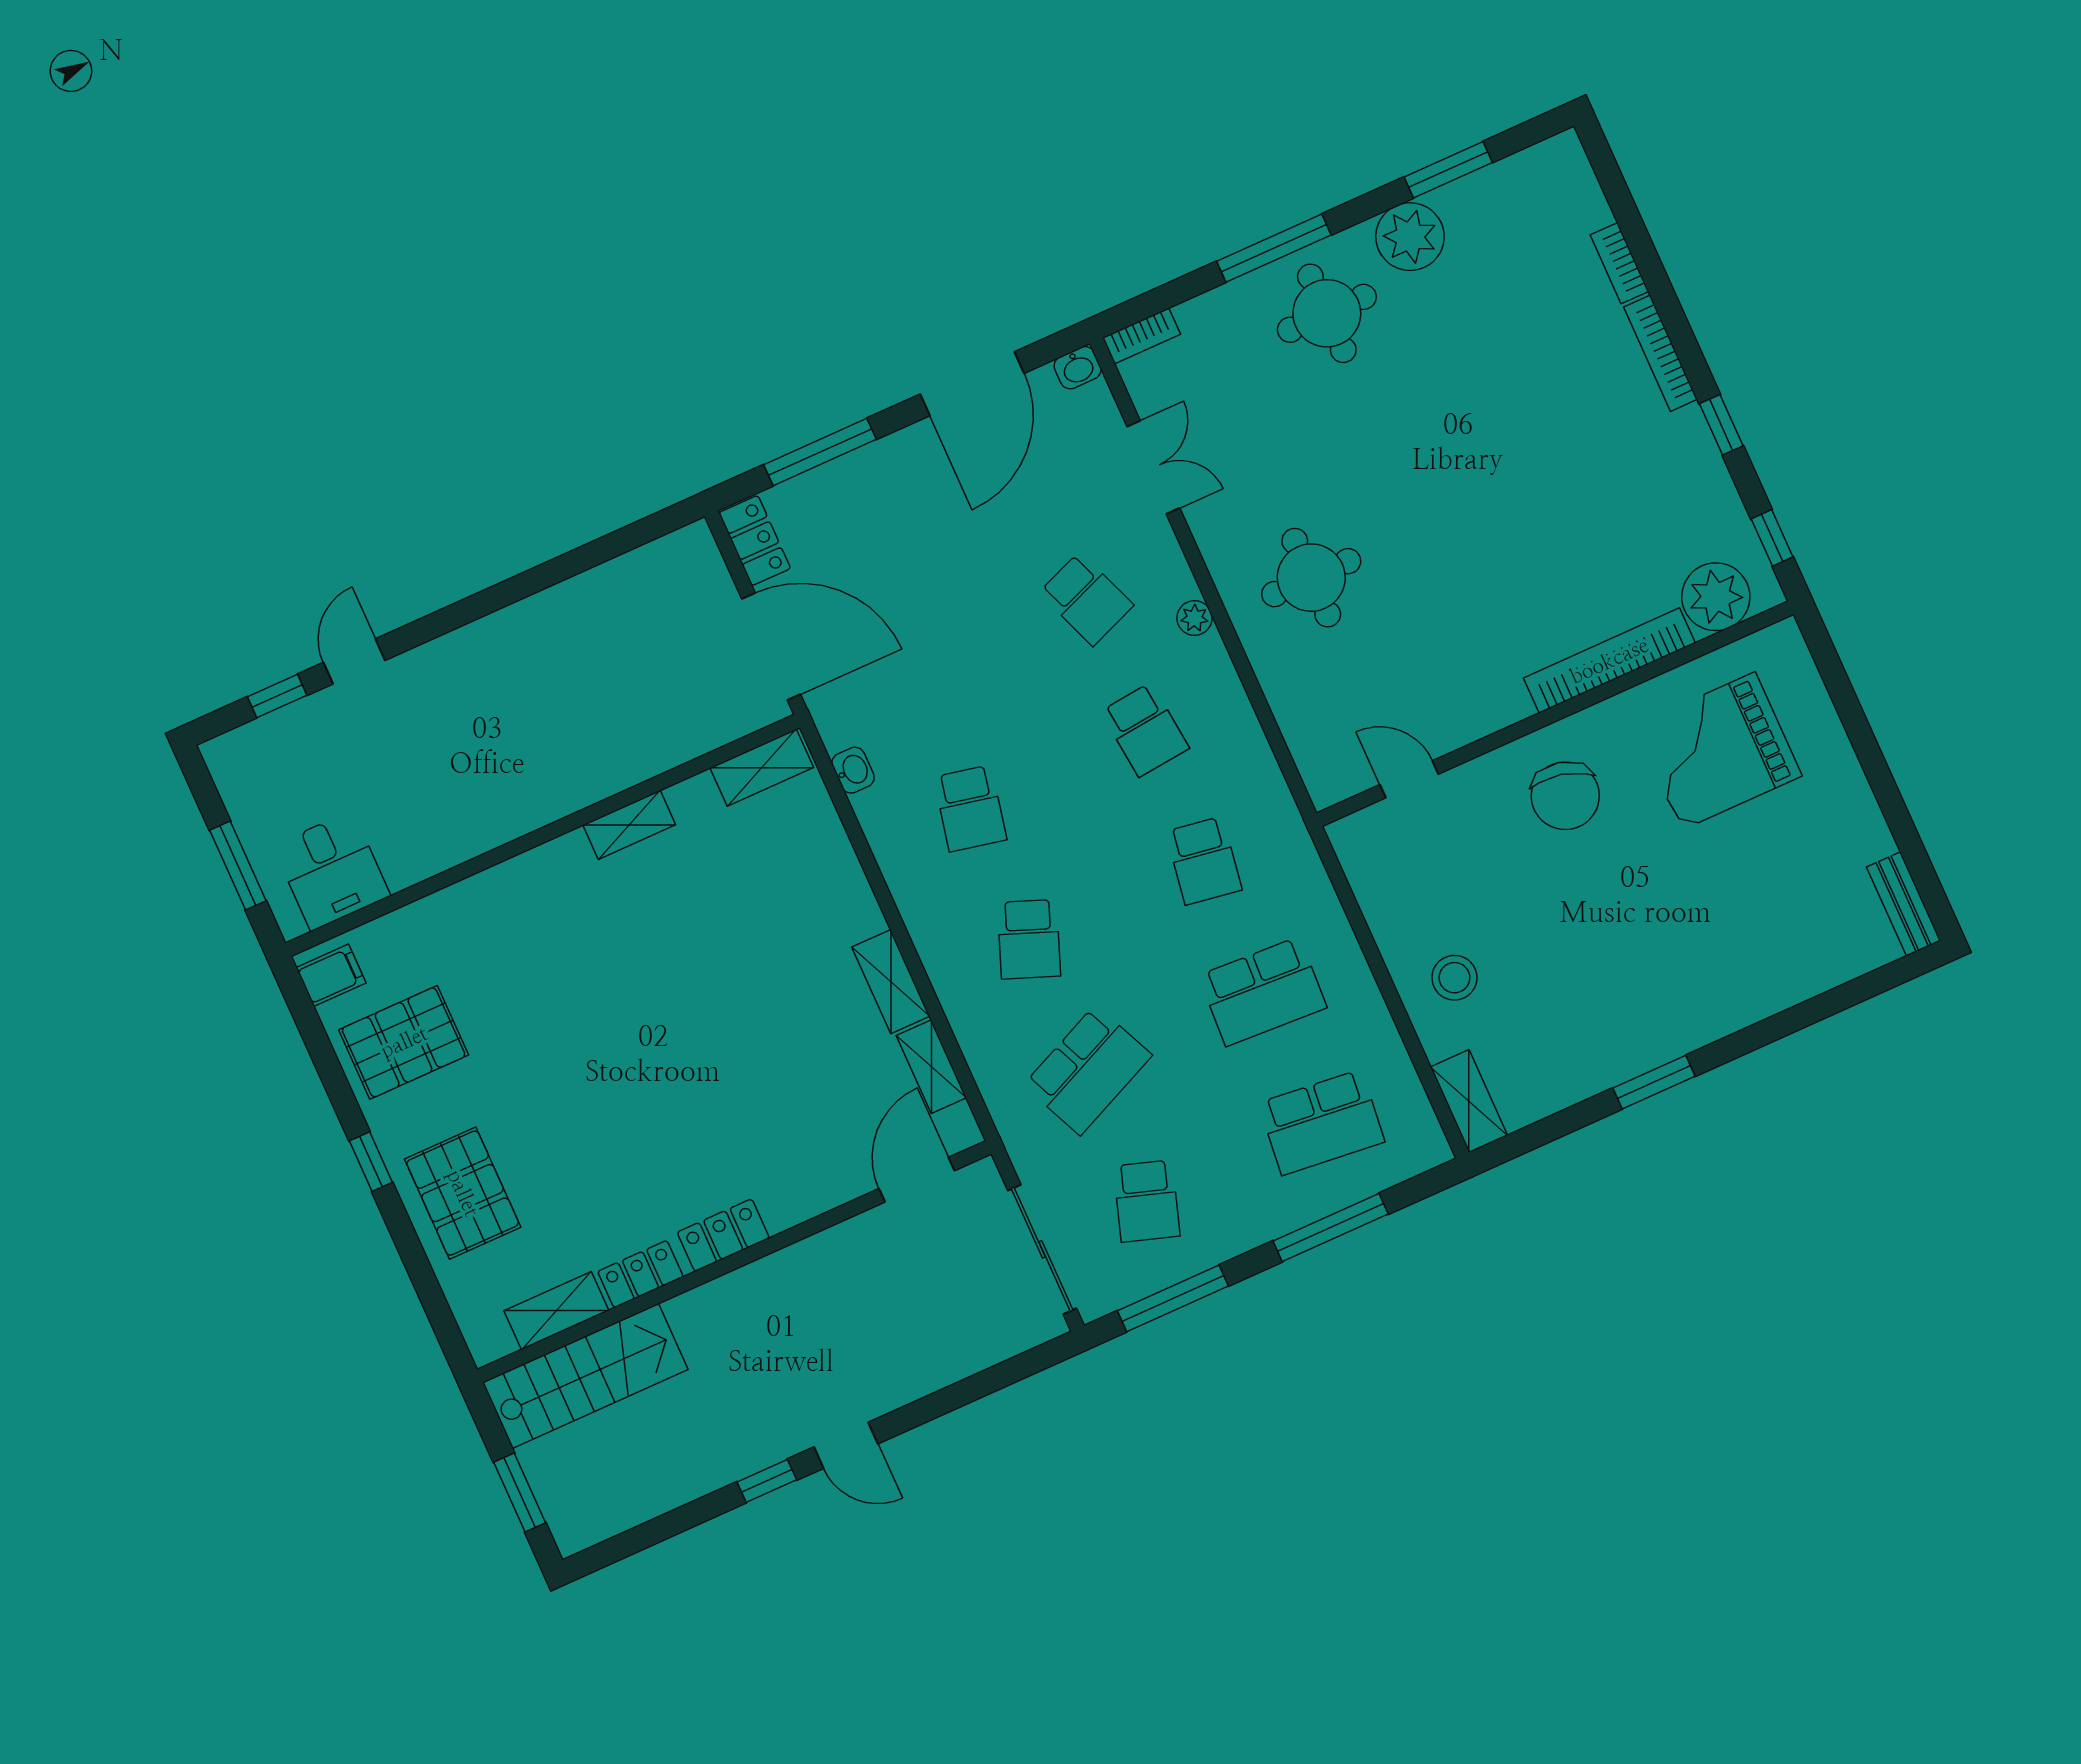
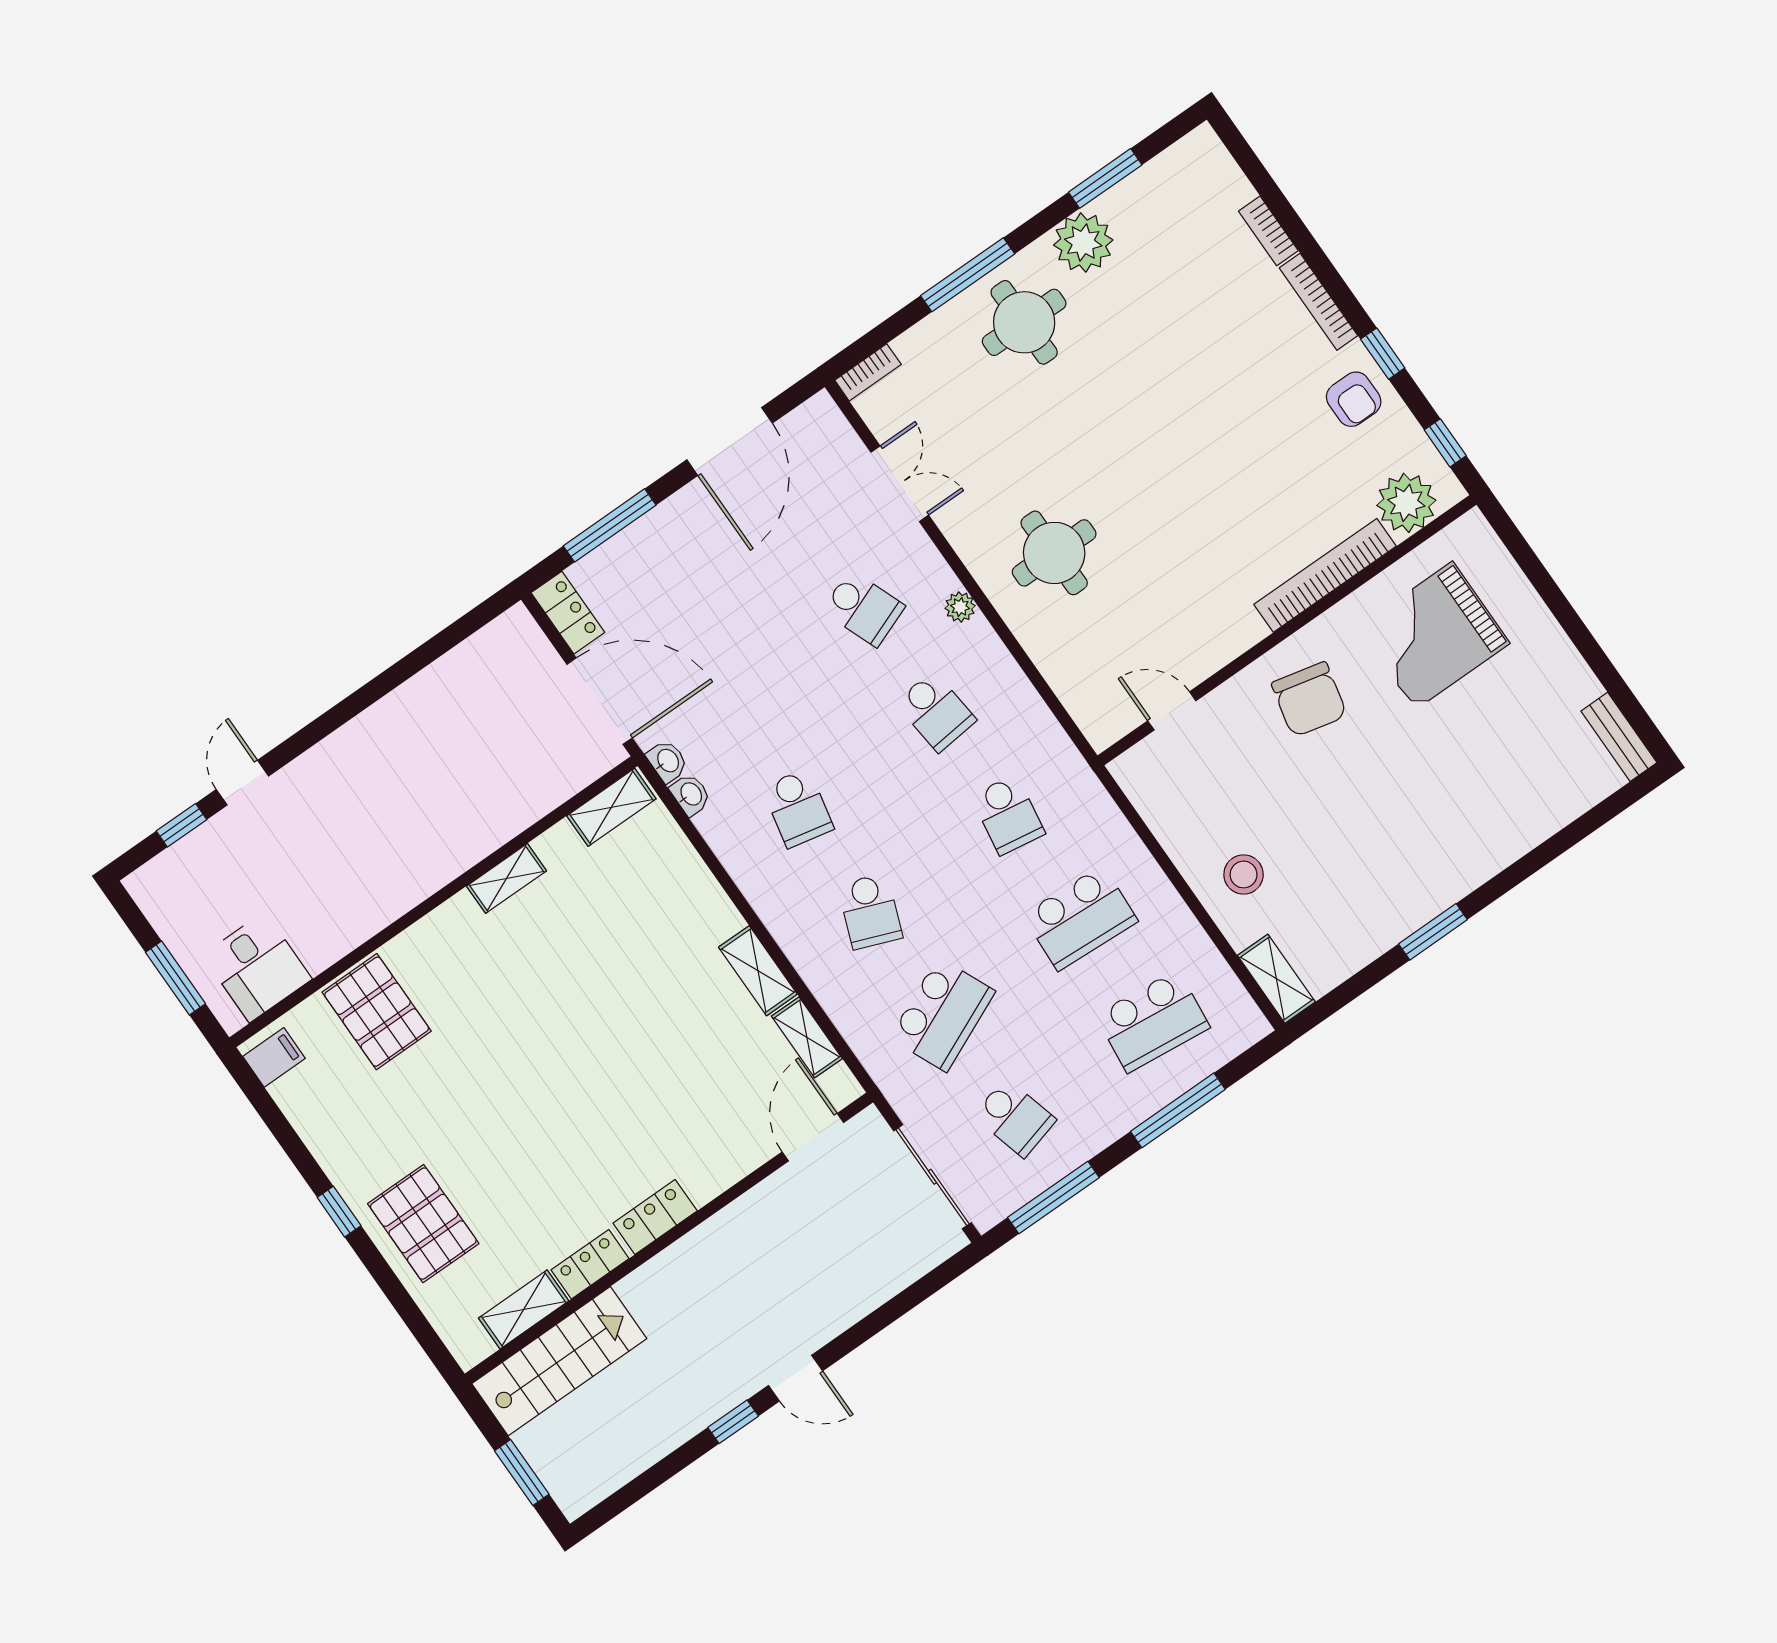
washbasin: (1078, 368) -> (667, 761), moved, turned -90
armchair: (1679, 470) -> (1354, 399), added
pallet: (404, 1042) -> (377, 1012), moved, turned 90
school desk: (1147, 1201) -> (1015, 1118), turned -33

